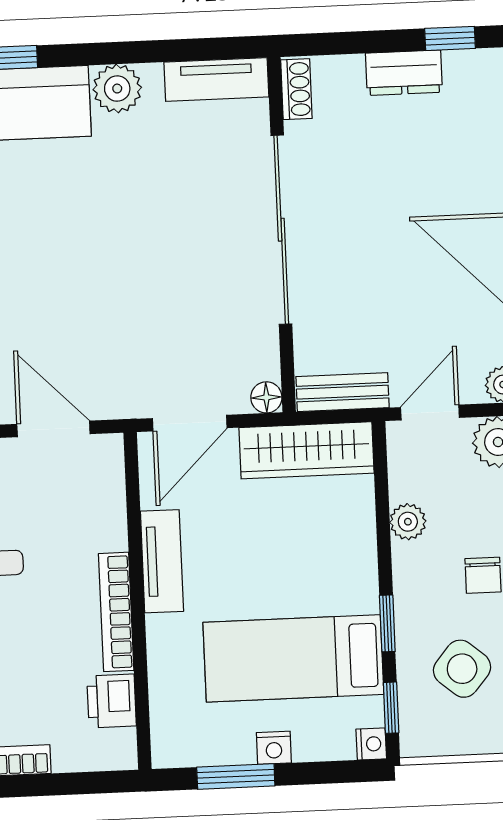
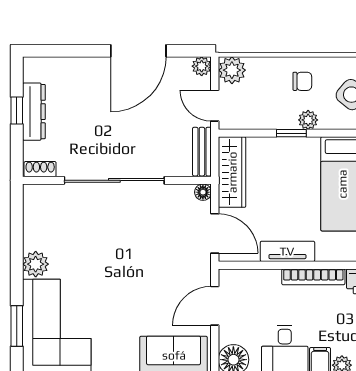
window: (450, 38) -> (17, 110), moved
dresser: (404, 73) -> (34, 112), width x1.44
tv unit: (216, 79) -> (33, 211), removed
plant: (408, 522) -> (308, 120), moved
window: (387, 623) -> (291, 133), moved

